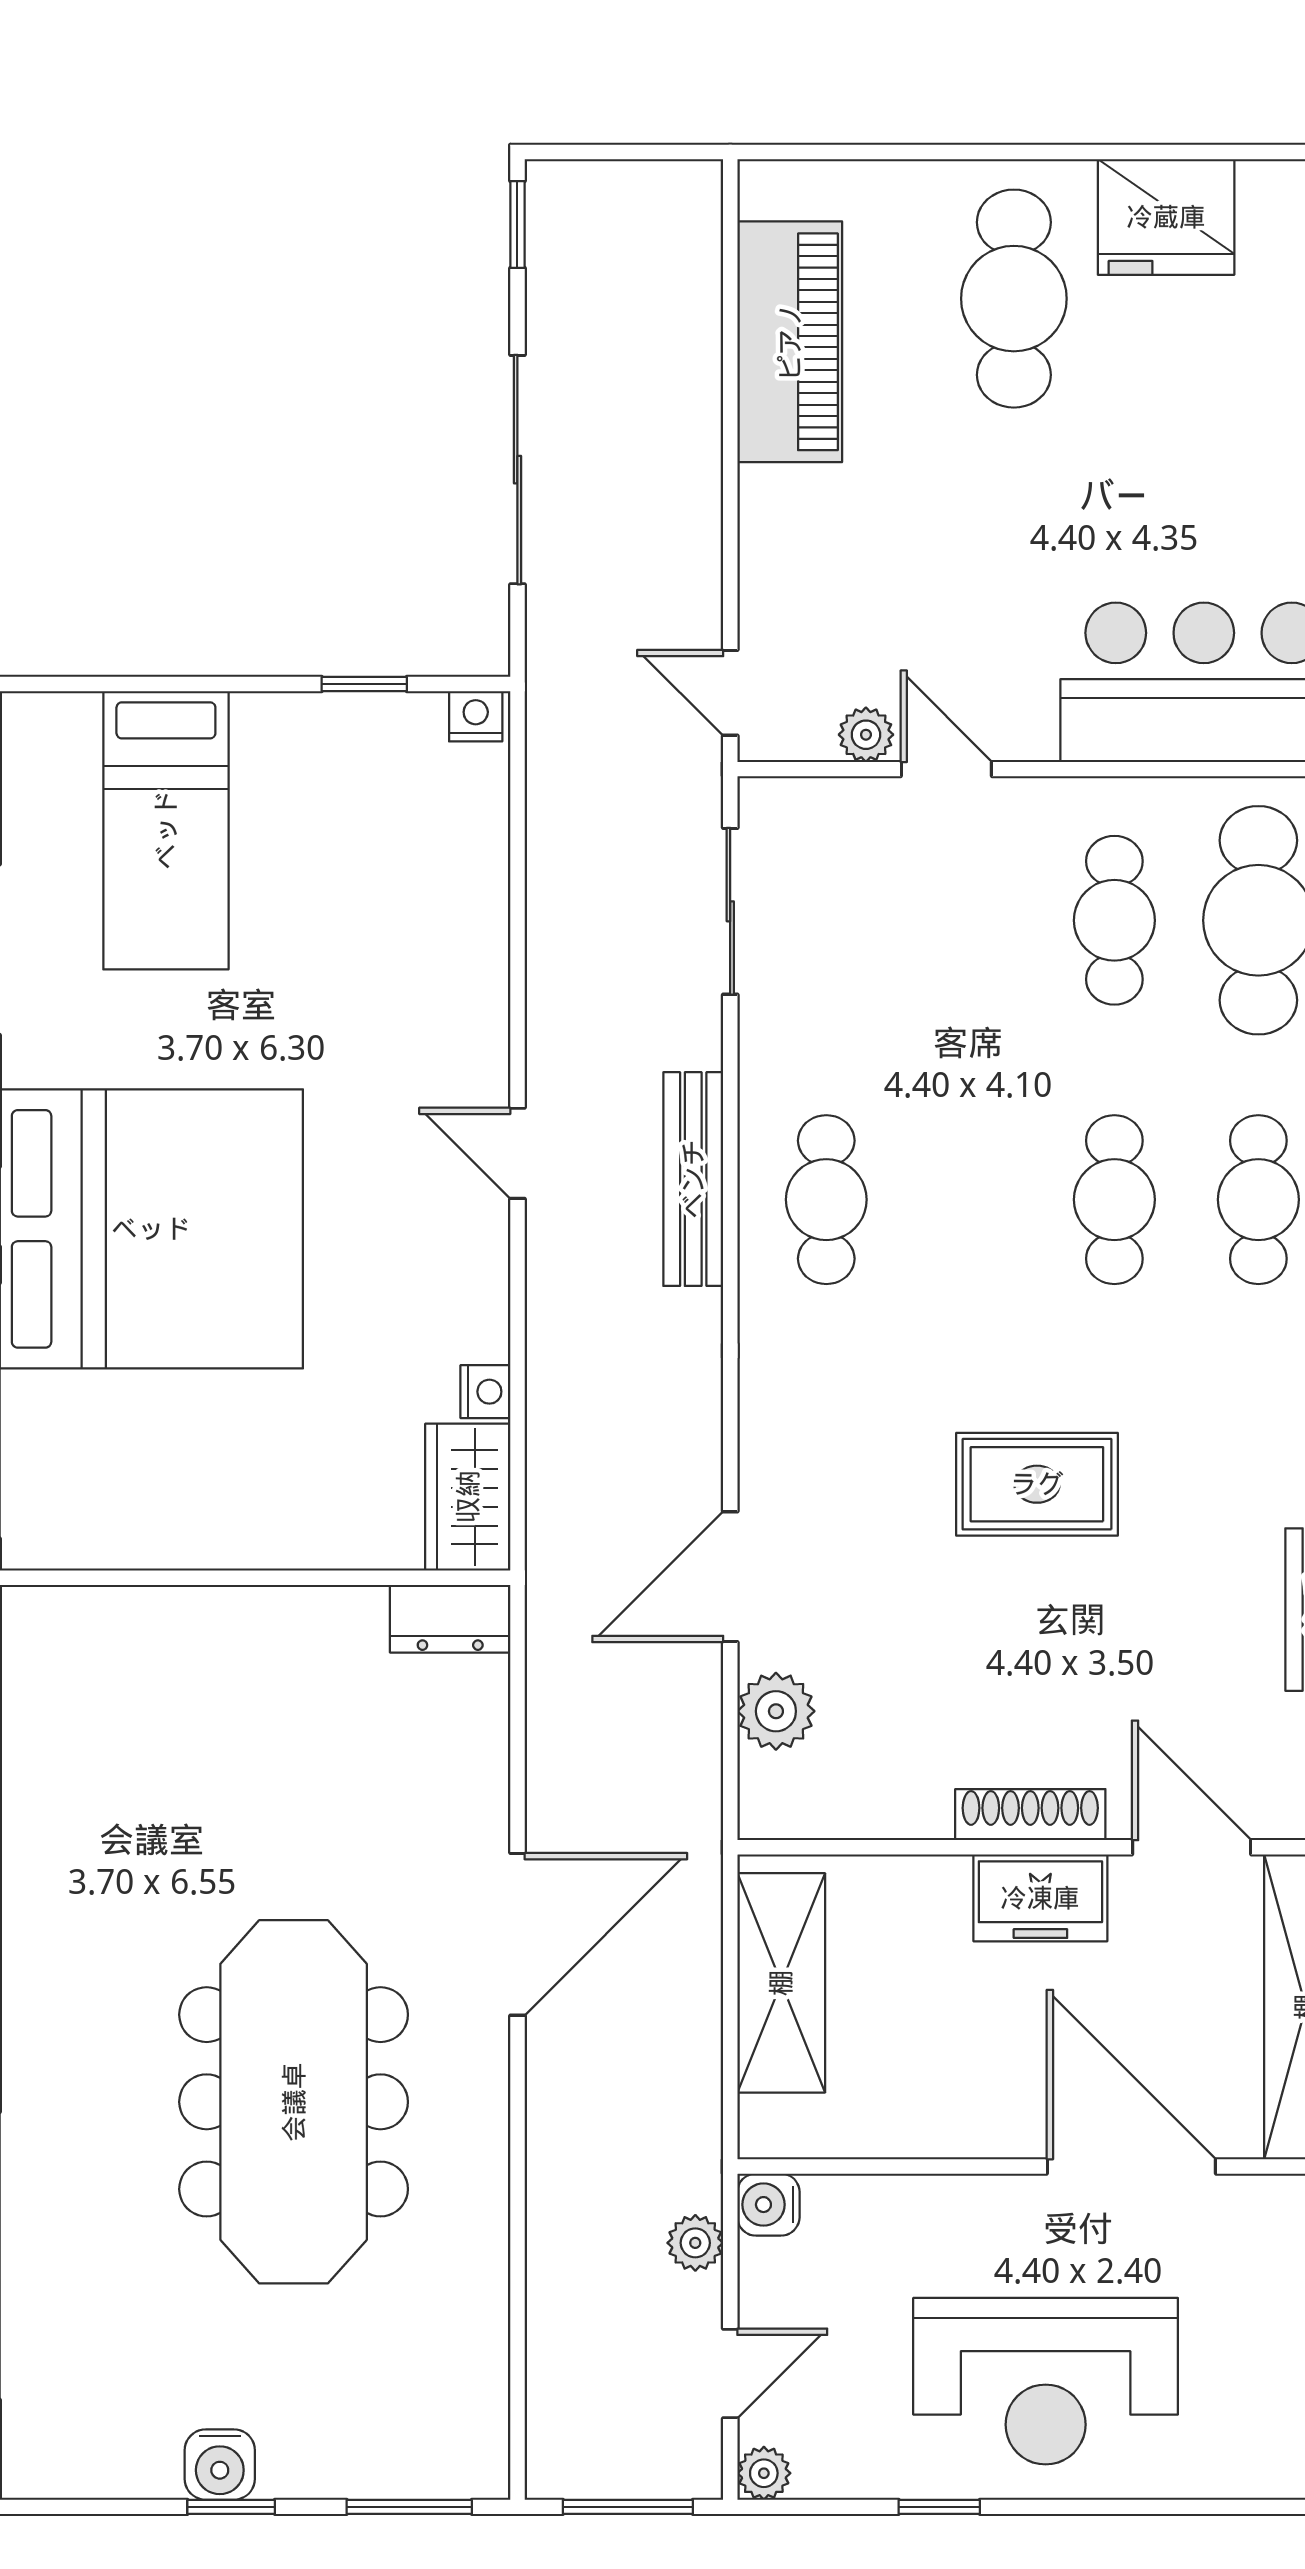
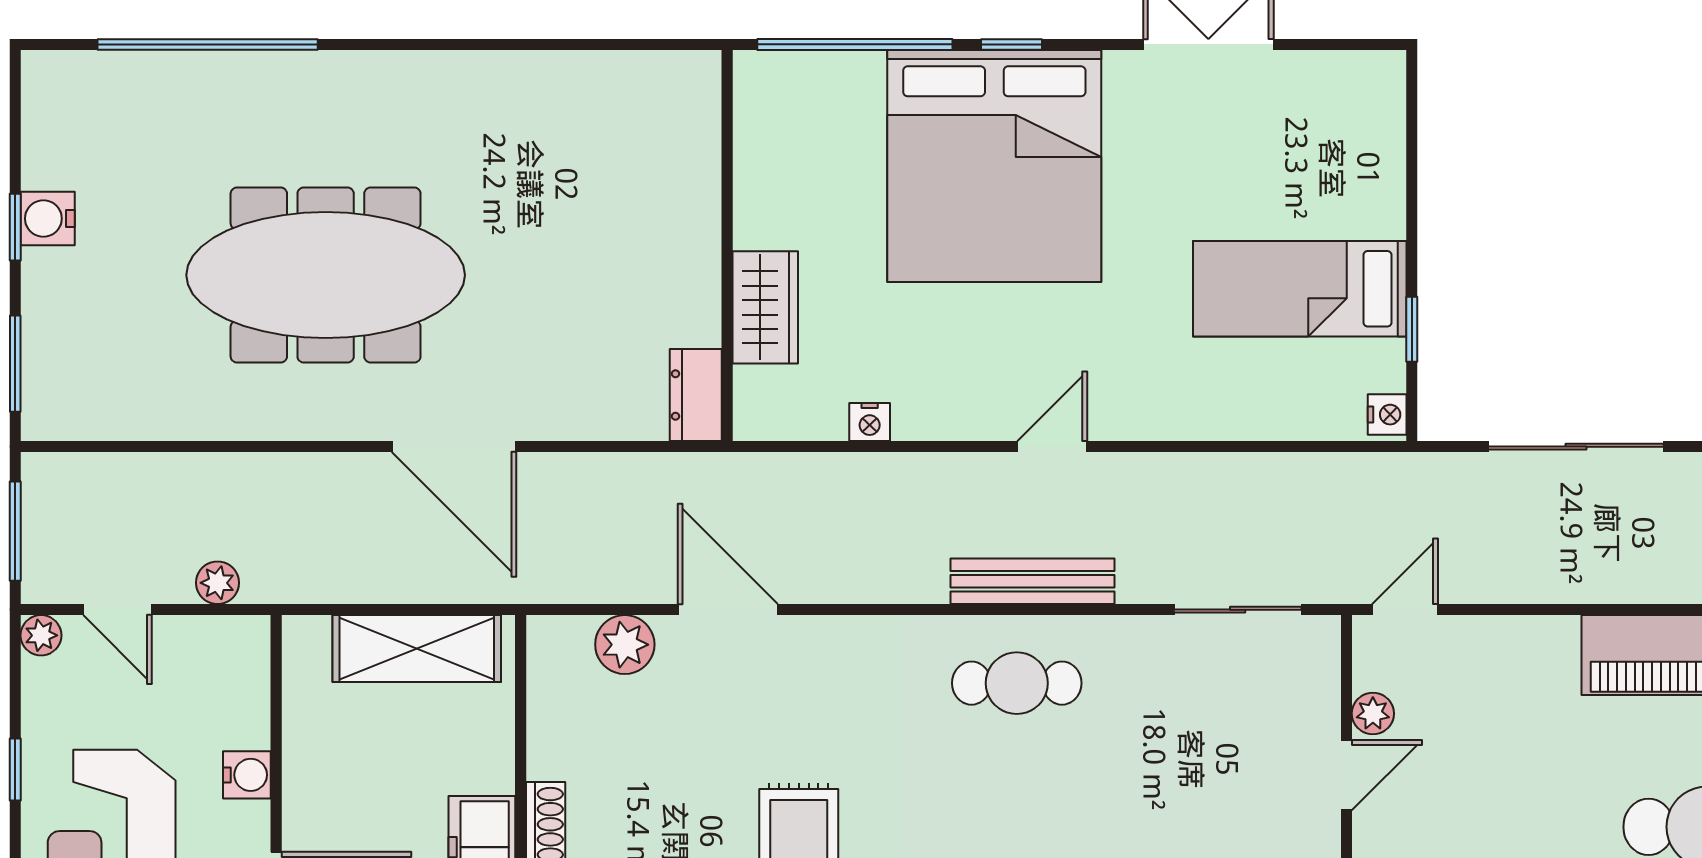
bed: (166, 830) -> (1300, 289), moved
wardrobe: (468, 1497) -> (765, 307), moved, turned 90
water cooler: (768, 2205) -> (247, 775), moved, turned 90

